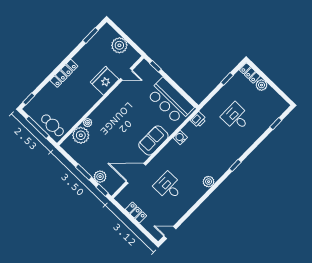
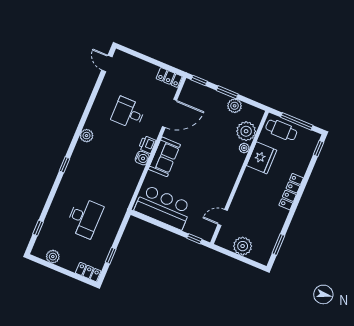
fridge: (105, 81) -> (262, 158), moved
plant: (262, 85) -> (53, 257), moved
desk: (236, 117) -> (84, 218), width x1.37
printer: (198, 120) -> (147, 144), moved
water cooler: (180, 138) -> (142, 158), moved
plant: (100, 177) -> (235, 106), moved
desk: (168, 187) -> (128, 113), turned 180
locker: (136, 213) -> (169, 77), moved
door: (170, 232) -> (107, 63), swing flipped

